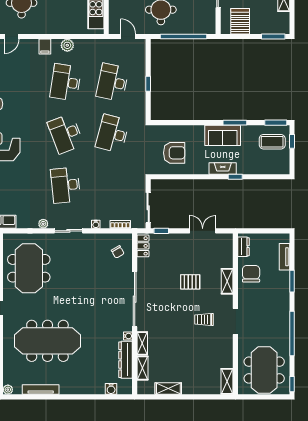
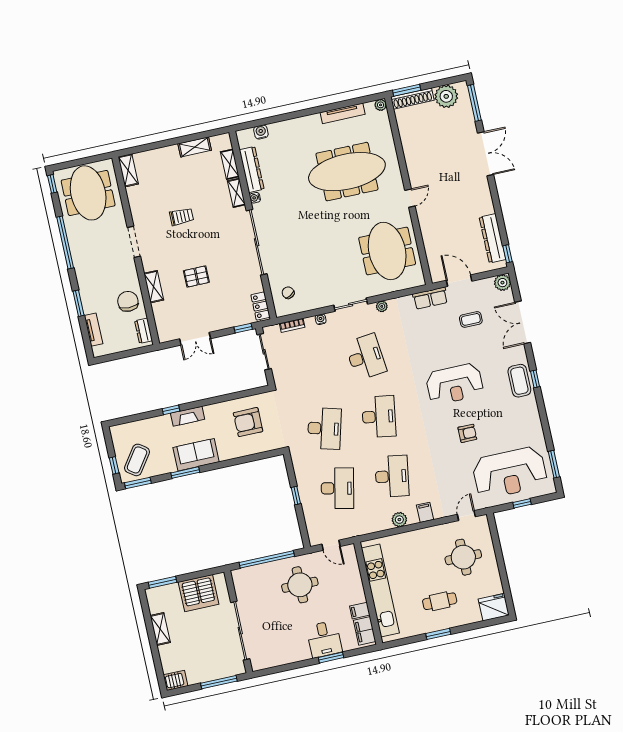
server rack: (240, 21) -> (199, 593), width x1.60
desk: (66, 134) -> (379, 417), turned 30
coffee table: (272, 142) -> (137, 460), turned -55
chair: (251, 274) -> (128, 301), turned 180
trolley: (204, 320) -> (181, 217), moved

